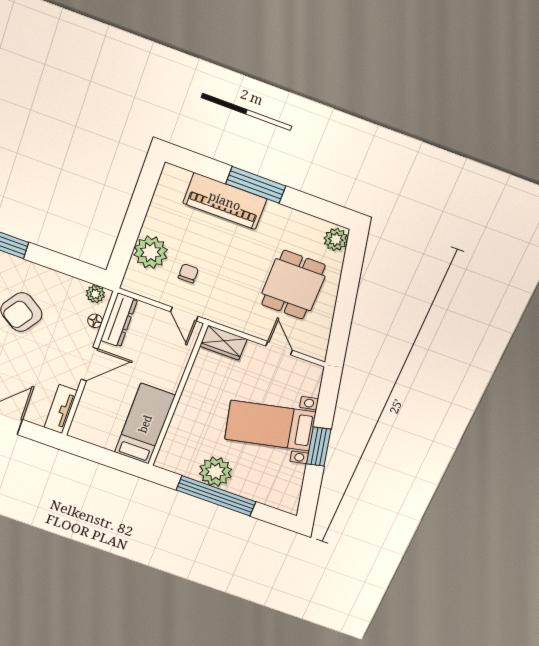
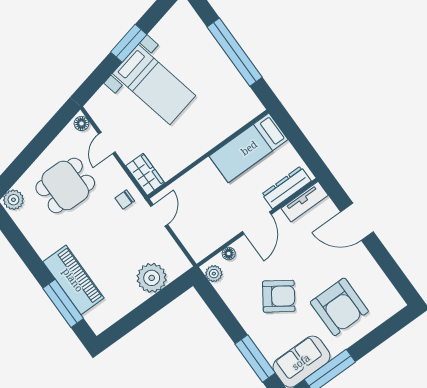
window: (256, 185) -> (63, 303), moved
chair: (188, 273) -> (125, 200), moved
dresser: (119, 320) -> (287, 188), moved
floor lamp: (316, 351) -> (81, 123), added
door: (90, 364) -> (257, 223), swing flipped
plant: (215, 472) -> (221, 73), removed

